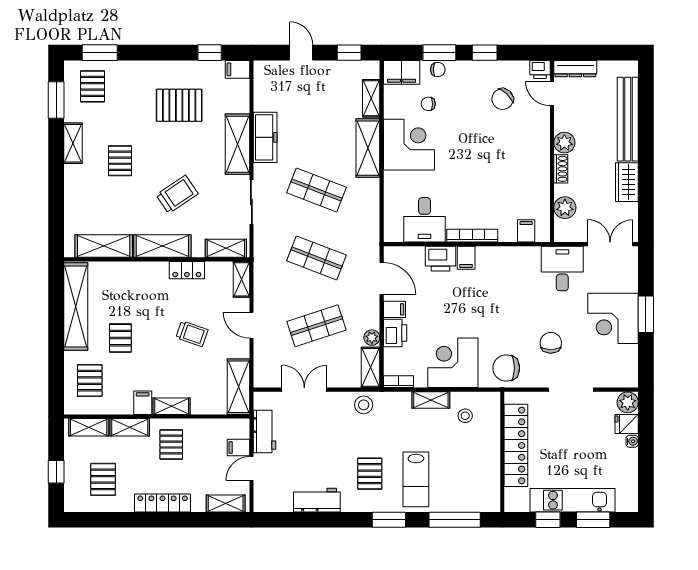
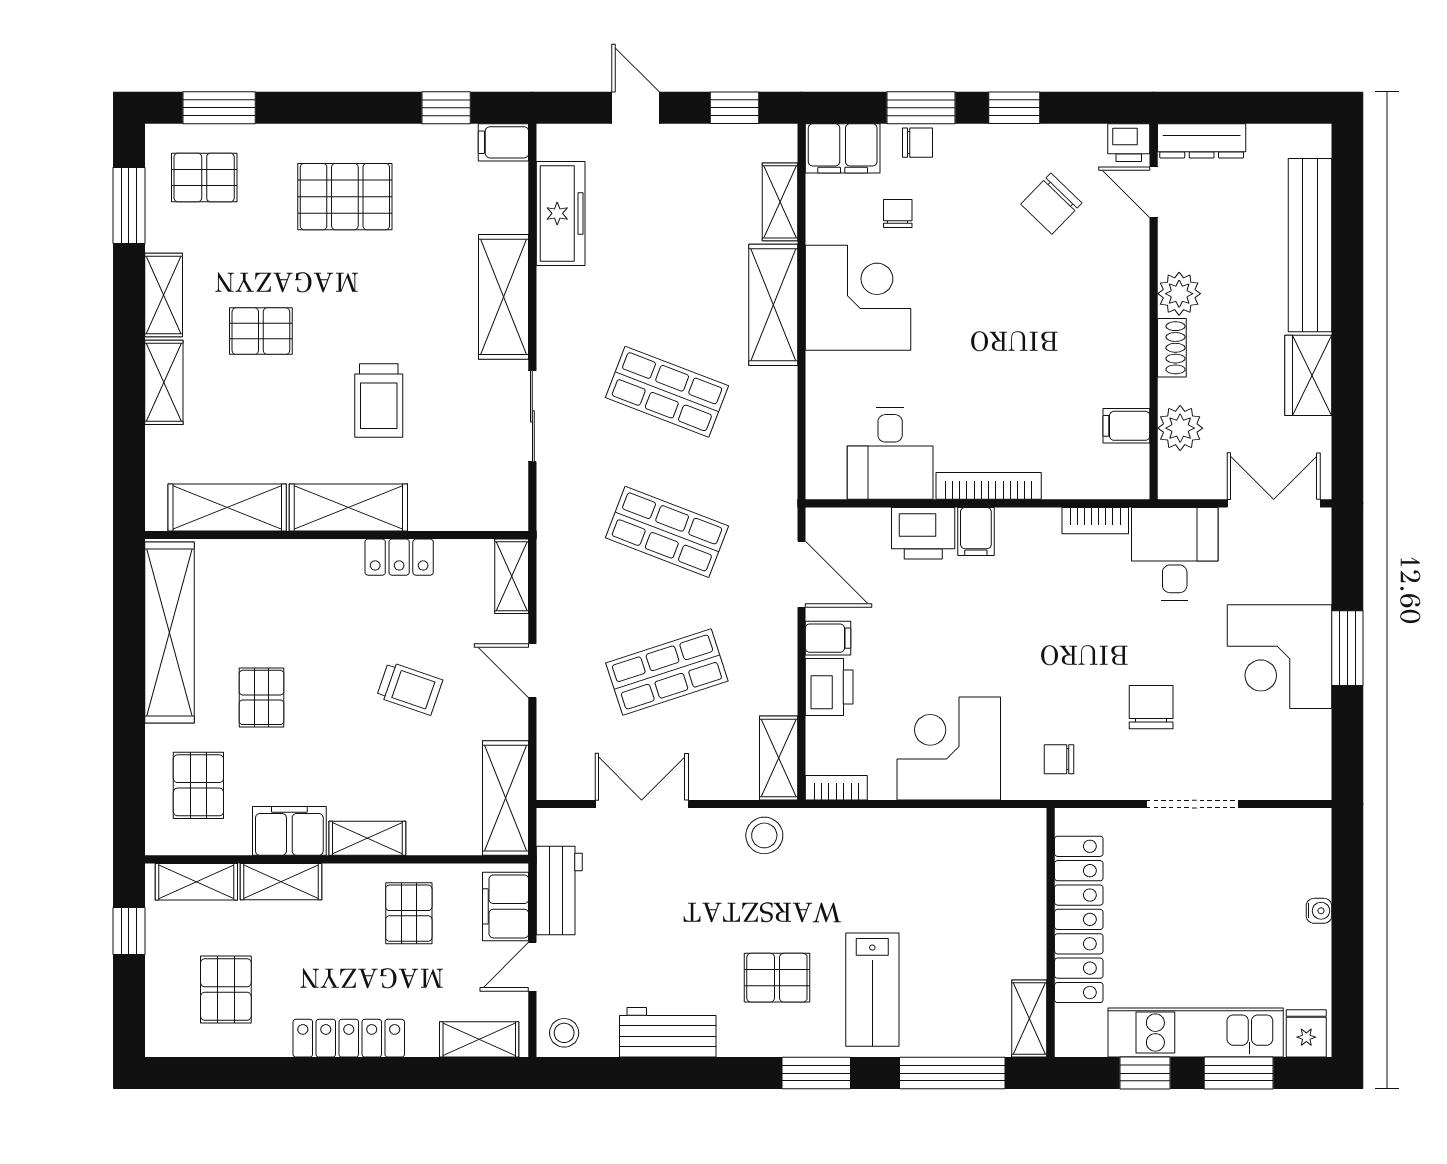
pallet: (93, 86) -> (204, 177), turned 90
chair: (428, 104) -> (898, 214), turned 90
pallet: (179, 105) -> (345, 197), moved
freezer: (265, 137) -> (561, 213), moved
pallet: (120, 161) -> (261, 331), turned 90
trolley: (177, 194) -> (379, 401), turned 124
filing cabinet: (526, 231) -> (1126, 426), moved, turned -90
shelving: (226, 248) -> (164, 382), moved, turned 90
bookcase: (524, 252) -> (1095, 521), added
plant: (372, 338) -> (781, 697), removed
chair: (506, 368) -> (1059, 759), width x0.54, depth x0.54
shelving: (431, 400) -> (1029, 1019), moved, turned 90
plant: (628, 402) -> (1310, 830), removed
filing cabinet: (143, 403) -> (289, 831), width x2.00
stool: (465, 416) -> (564, 1033), moved
fridge: (627, 424) -> (1306, 1033), moved, turned 90
pallet: (171, 445) -> (409, 913), moved
filing cabinet: (238, 447) -> (506, 906), width x2.00
window: (56, 472) -> (129, 931), moved
pallet: (370, 474) -> (777, 978), turned 90

